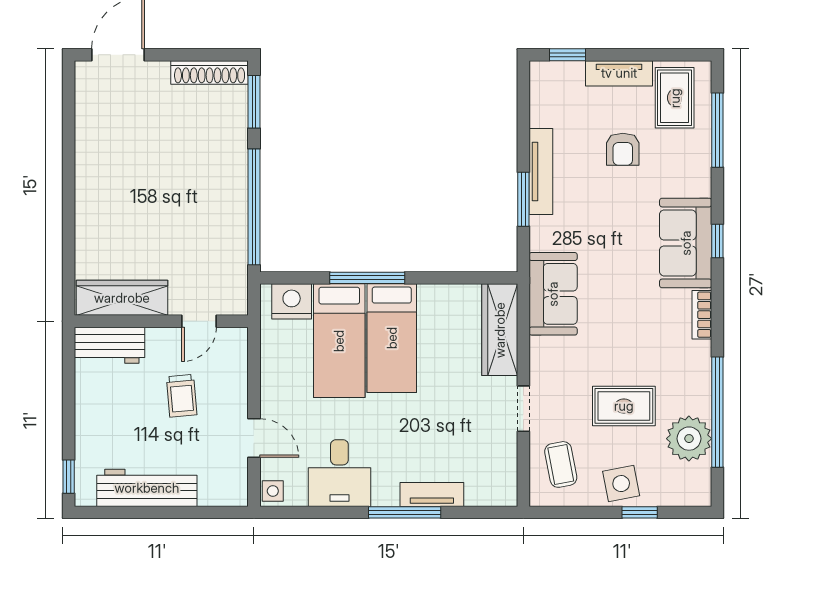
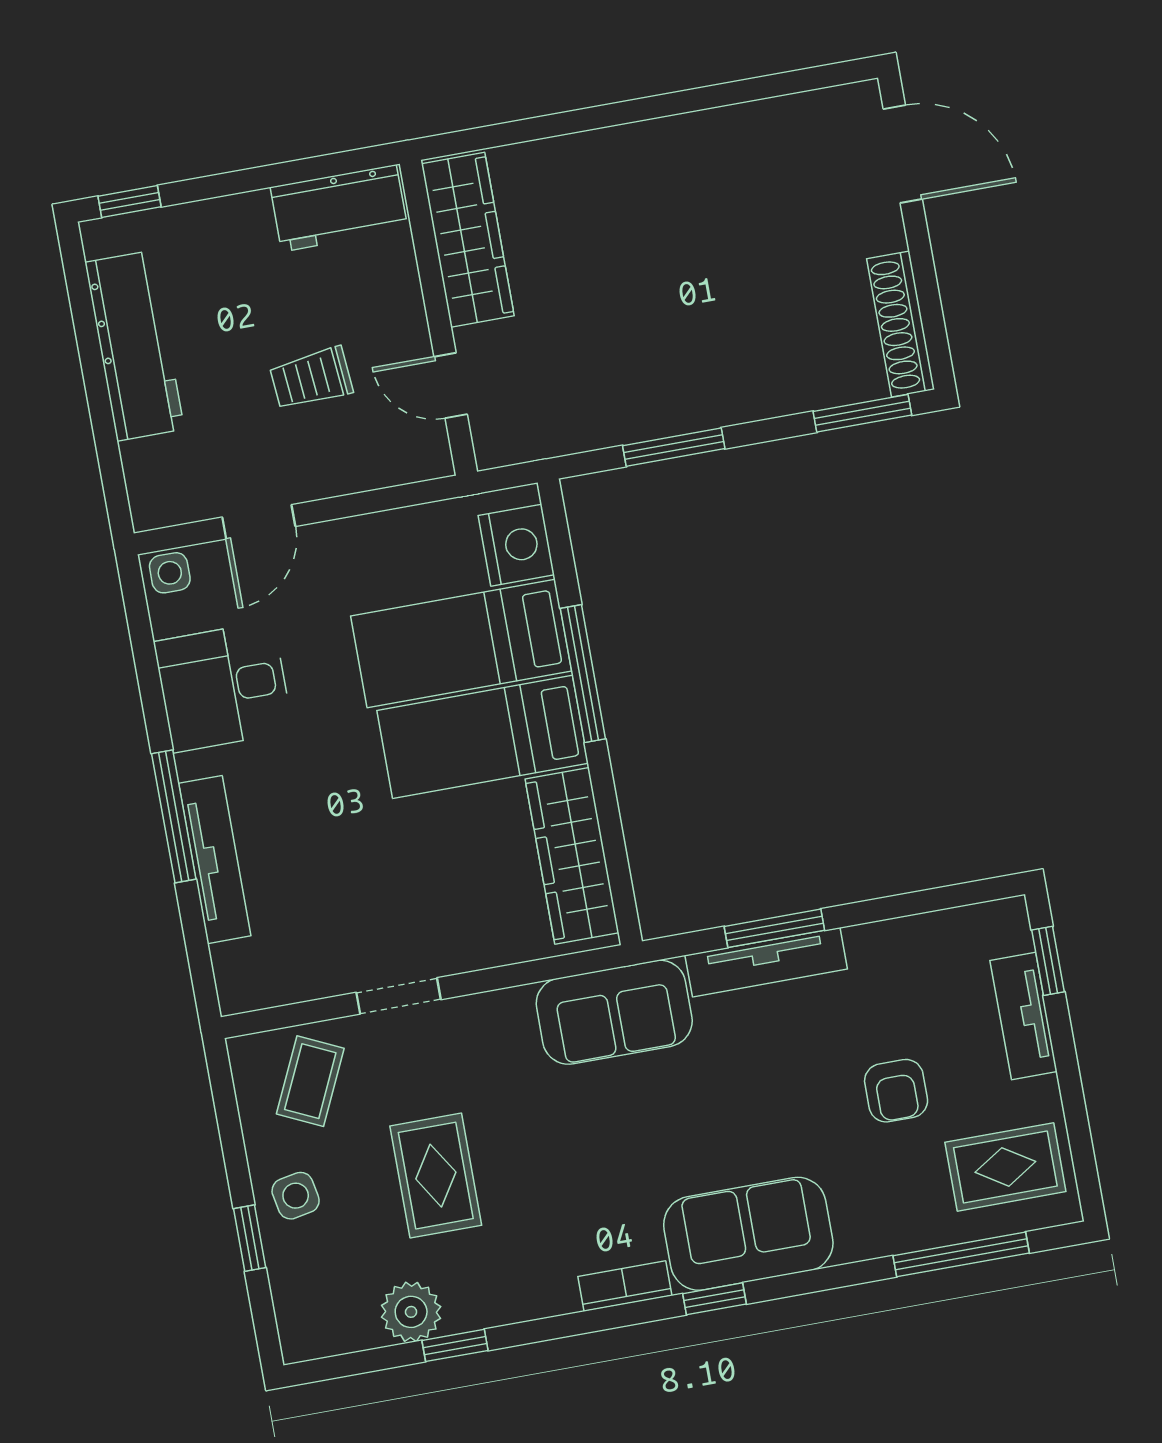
tv unit: (619, 73) -> (1024, 1016), moved
armchair: (623, 149) -> (896, 1091), turned -90
tv unit: (541, 172) -> (766, 962), moved
window: (254, 207) -> (674, 447), width x0.47
window: (717, 241) -> (714, 1299), moved
wardrobe: (500, 330) -> (572, 856), moved, turned -90
workbench: (109, 345) -> (339, 208), moved, turned -90
window: (717, 412) -> (455, 1345), width x0.32
plant: (689, 439) -> (411, 1312), width x0.73, depth x0.73
coffee table: (561, 464) -> (310, 1081), turned -54
side table: (621, 484) -> (296, 1196), width x0.73, depth x0.73
tv unit: (432, 495) -> (215, 860), width x1.41

